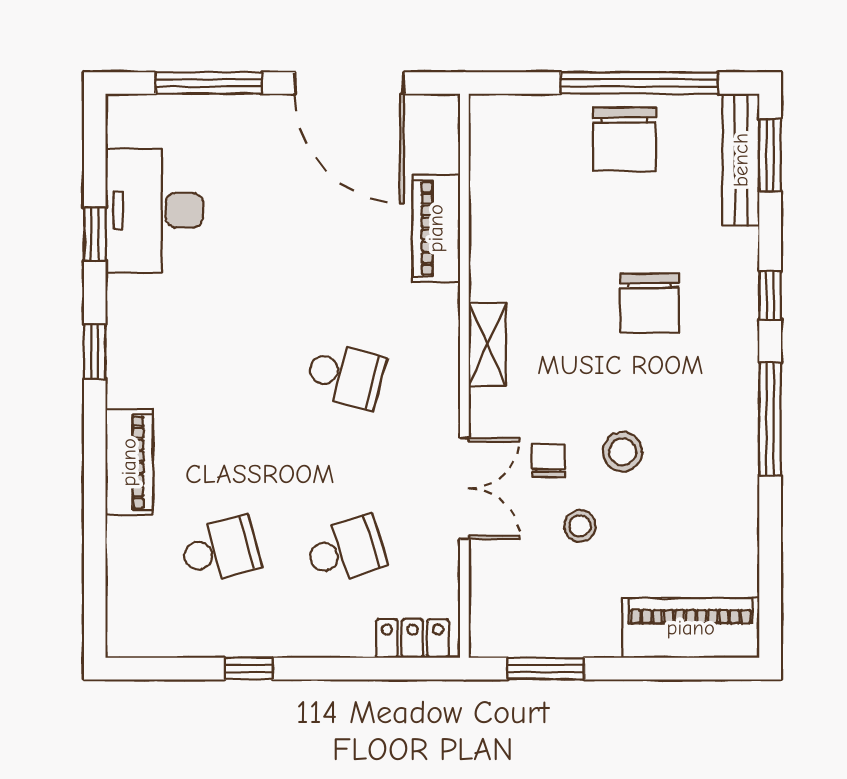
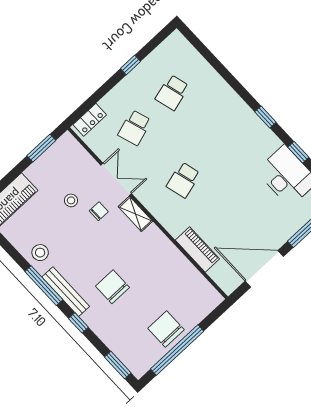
bench: (741, 160) -> (66, 292), moved
shelving: (487, 345) -> (135, 214), moved
school desk: (346, 376) -> (183, 180), turned -30
stool: (623, 452) -> (40, 253), moved
chair: (548, 461) -> (99, 211), turned -90
piano: (129, 462) -> (224, 93), removed
double door: (464, 489) -> (116, 179), swing flipped

